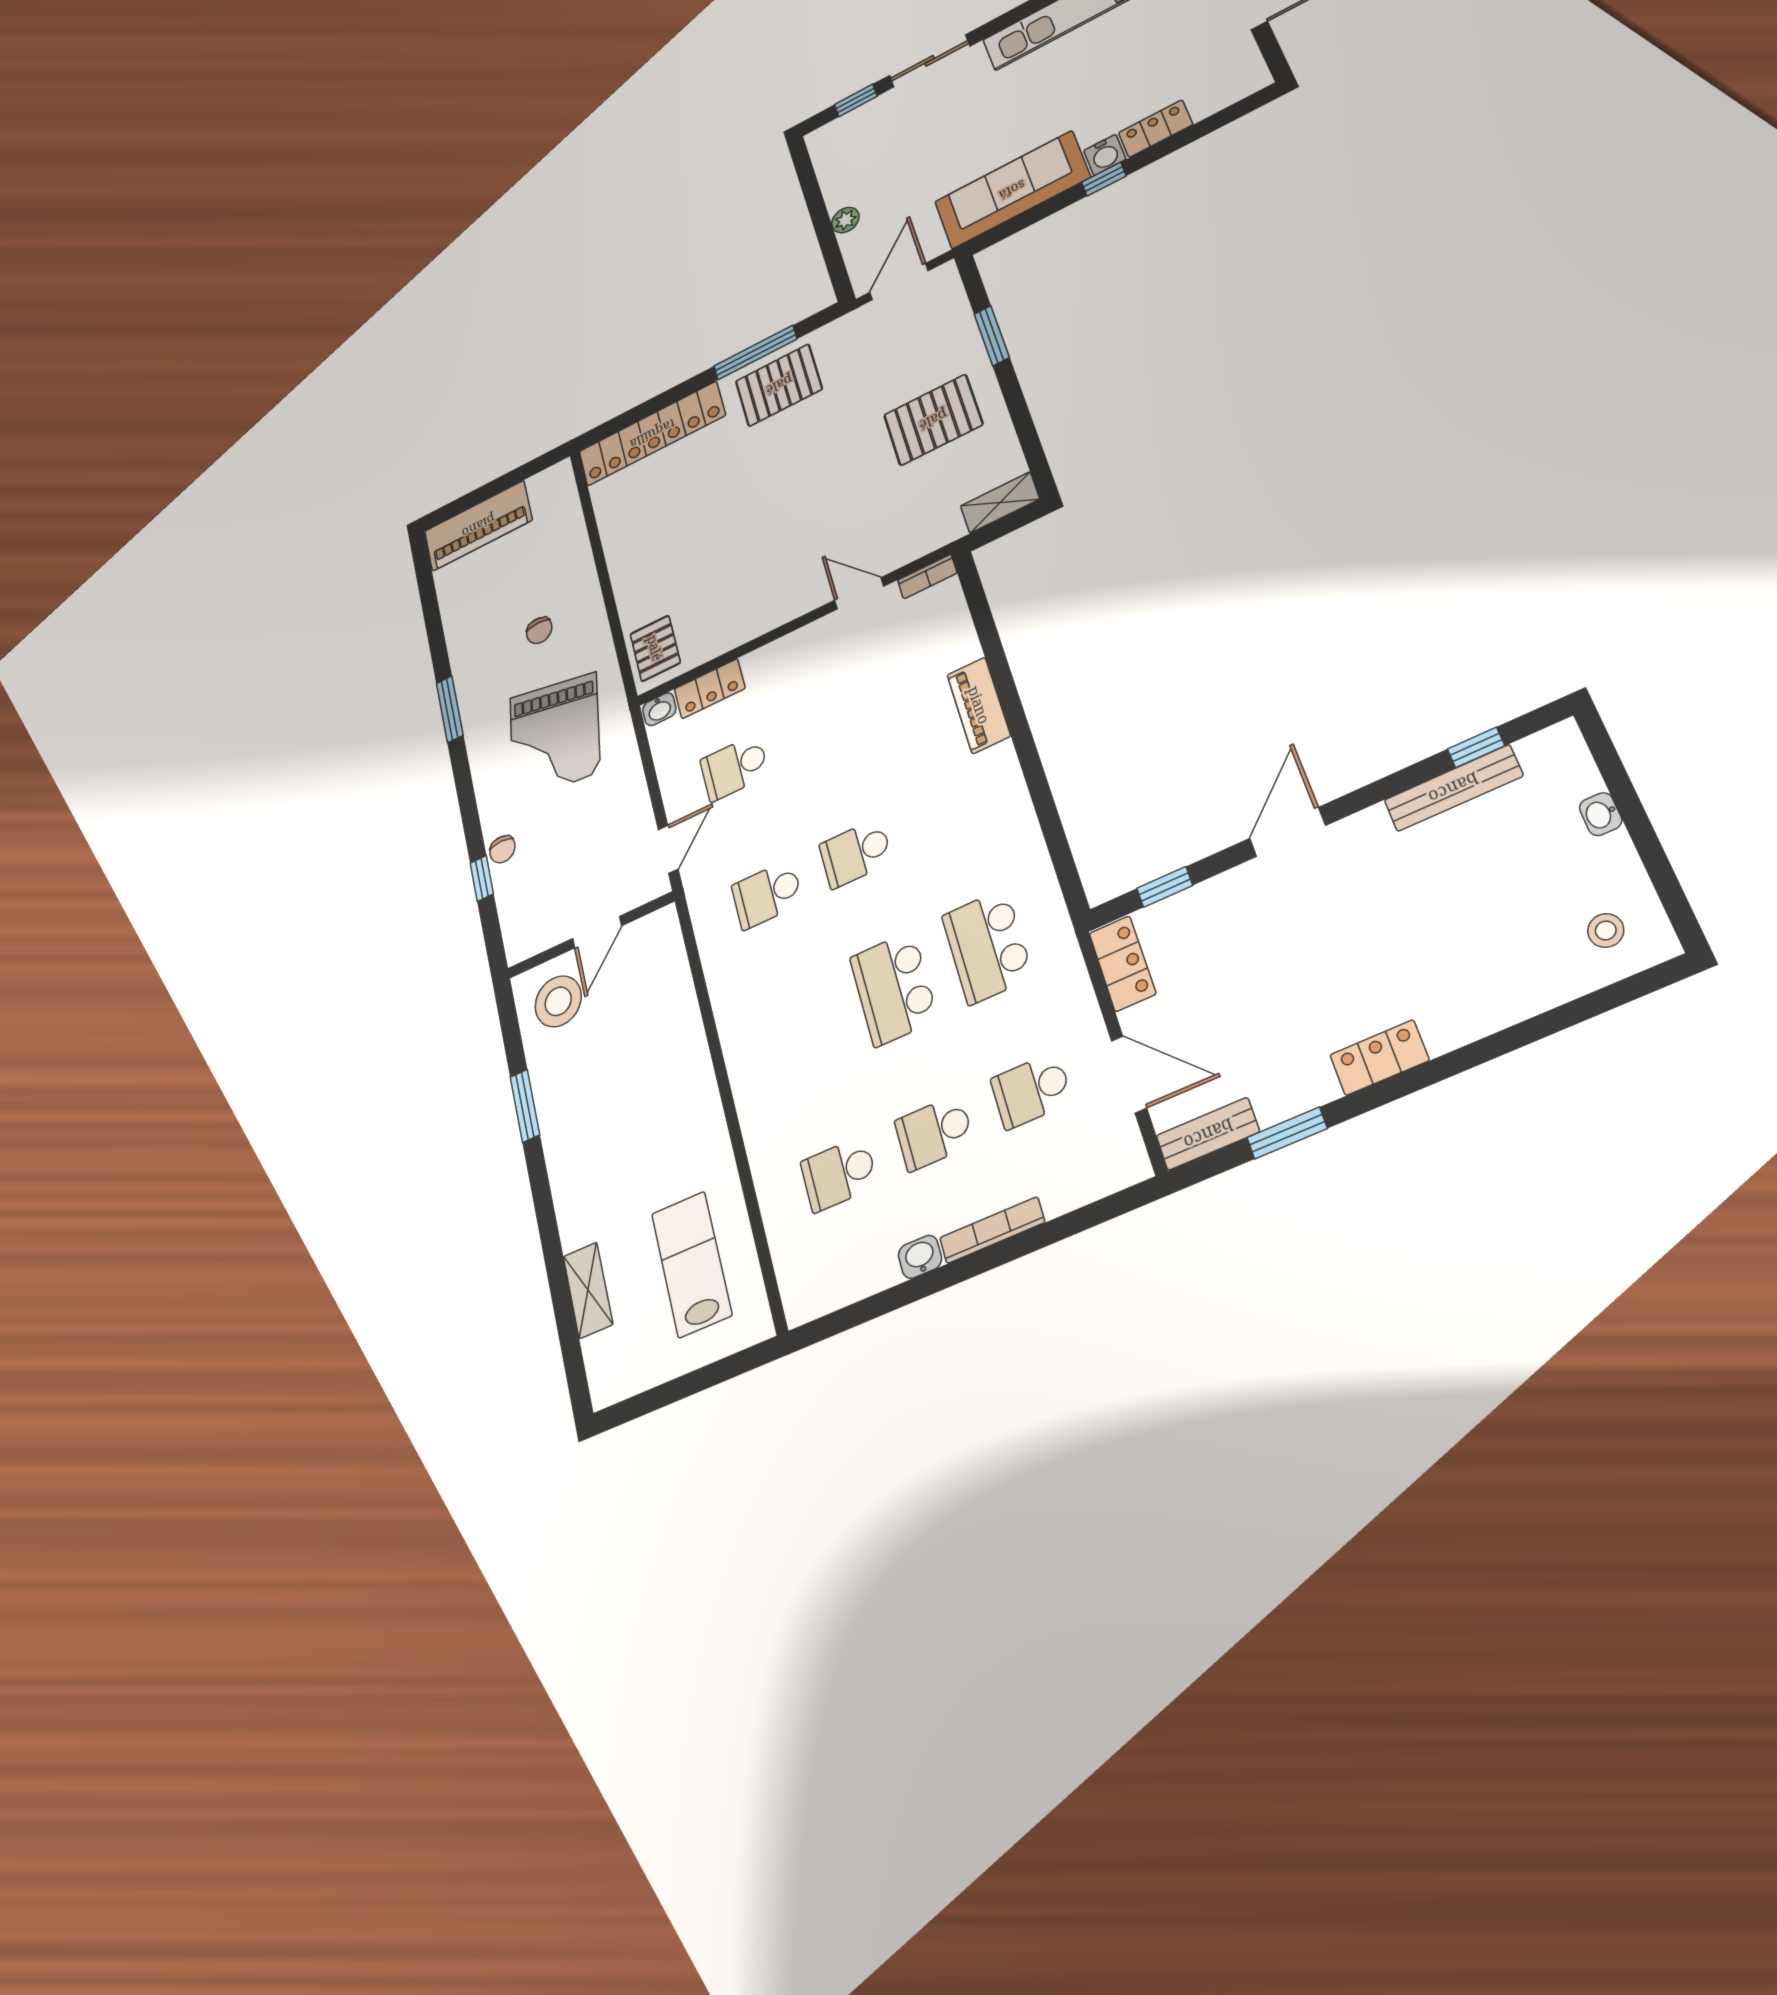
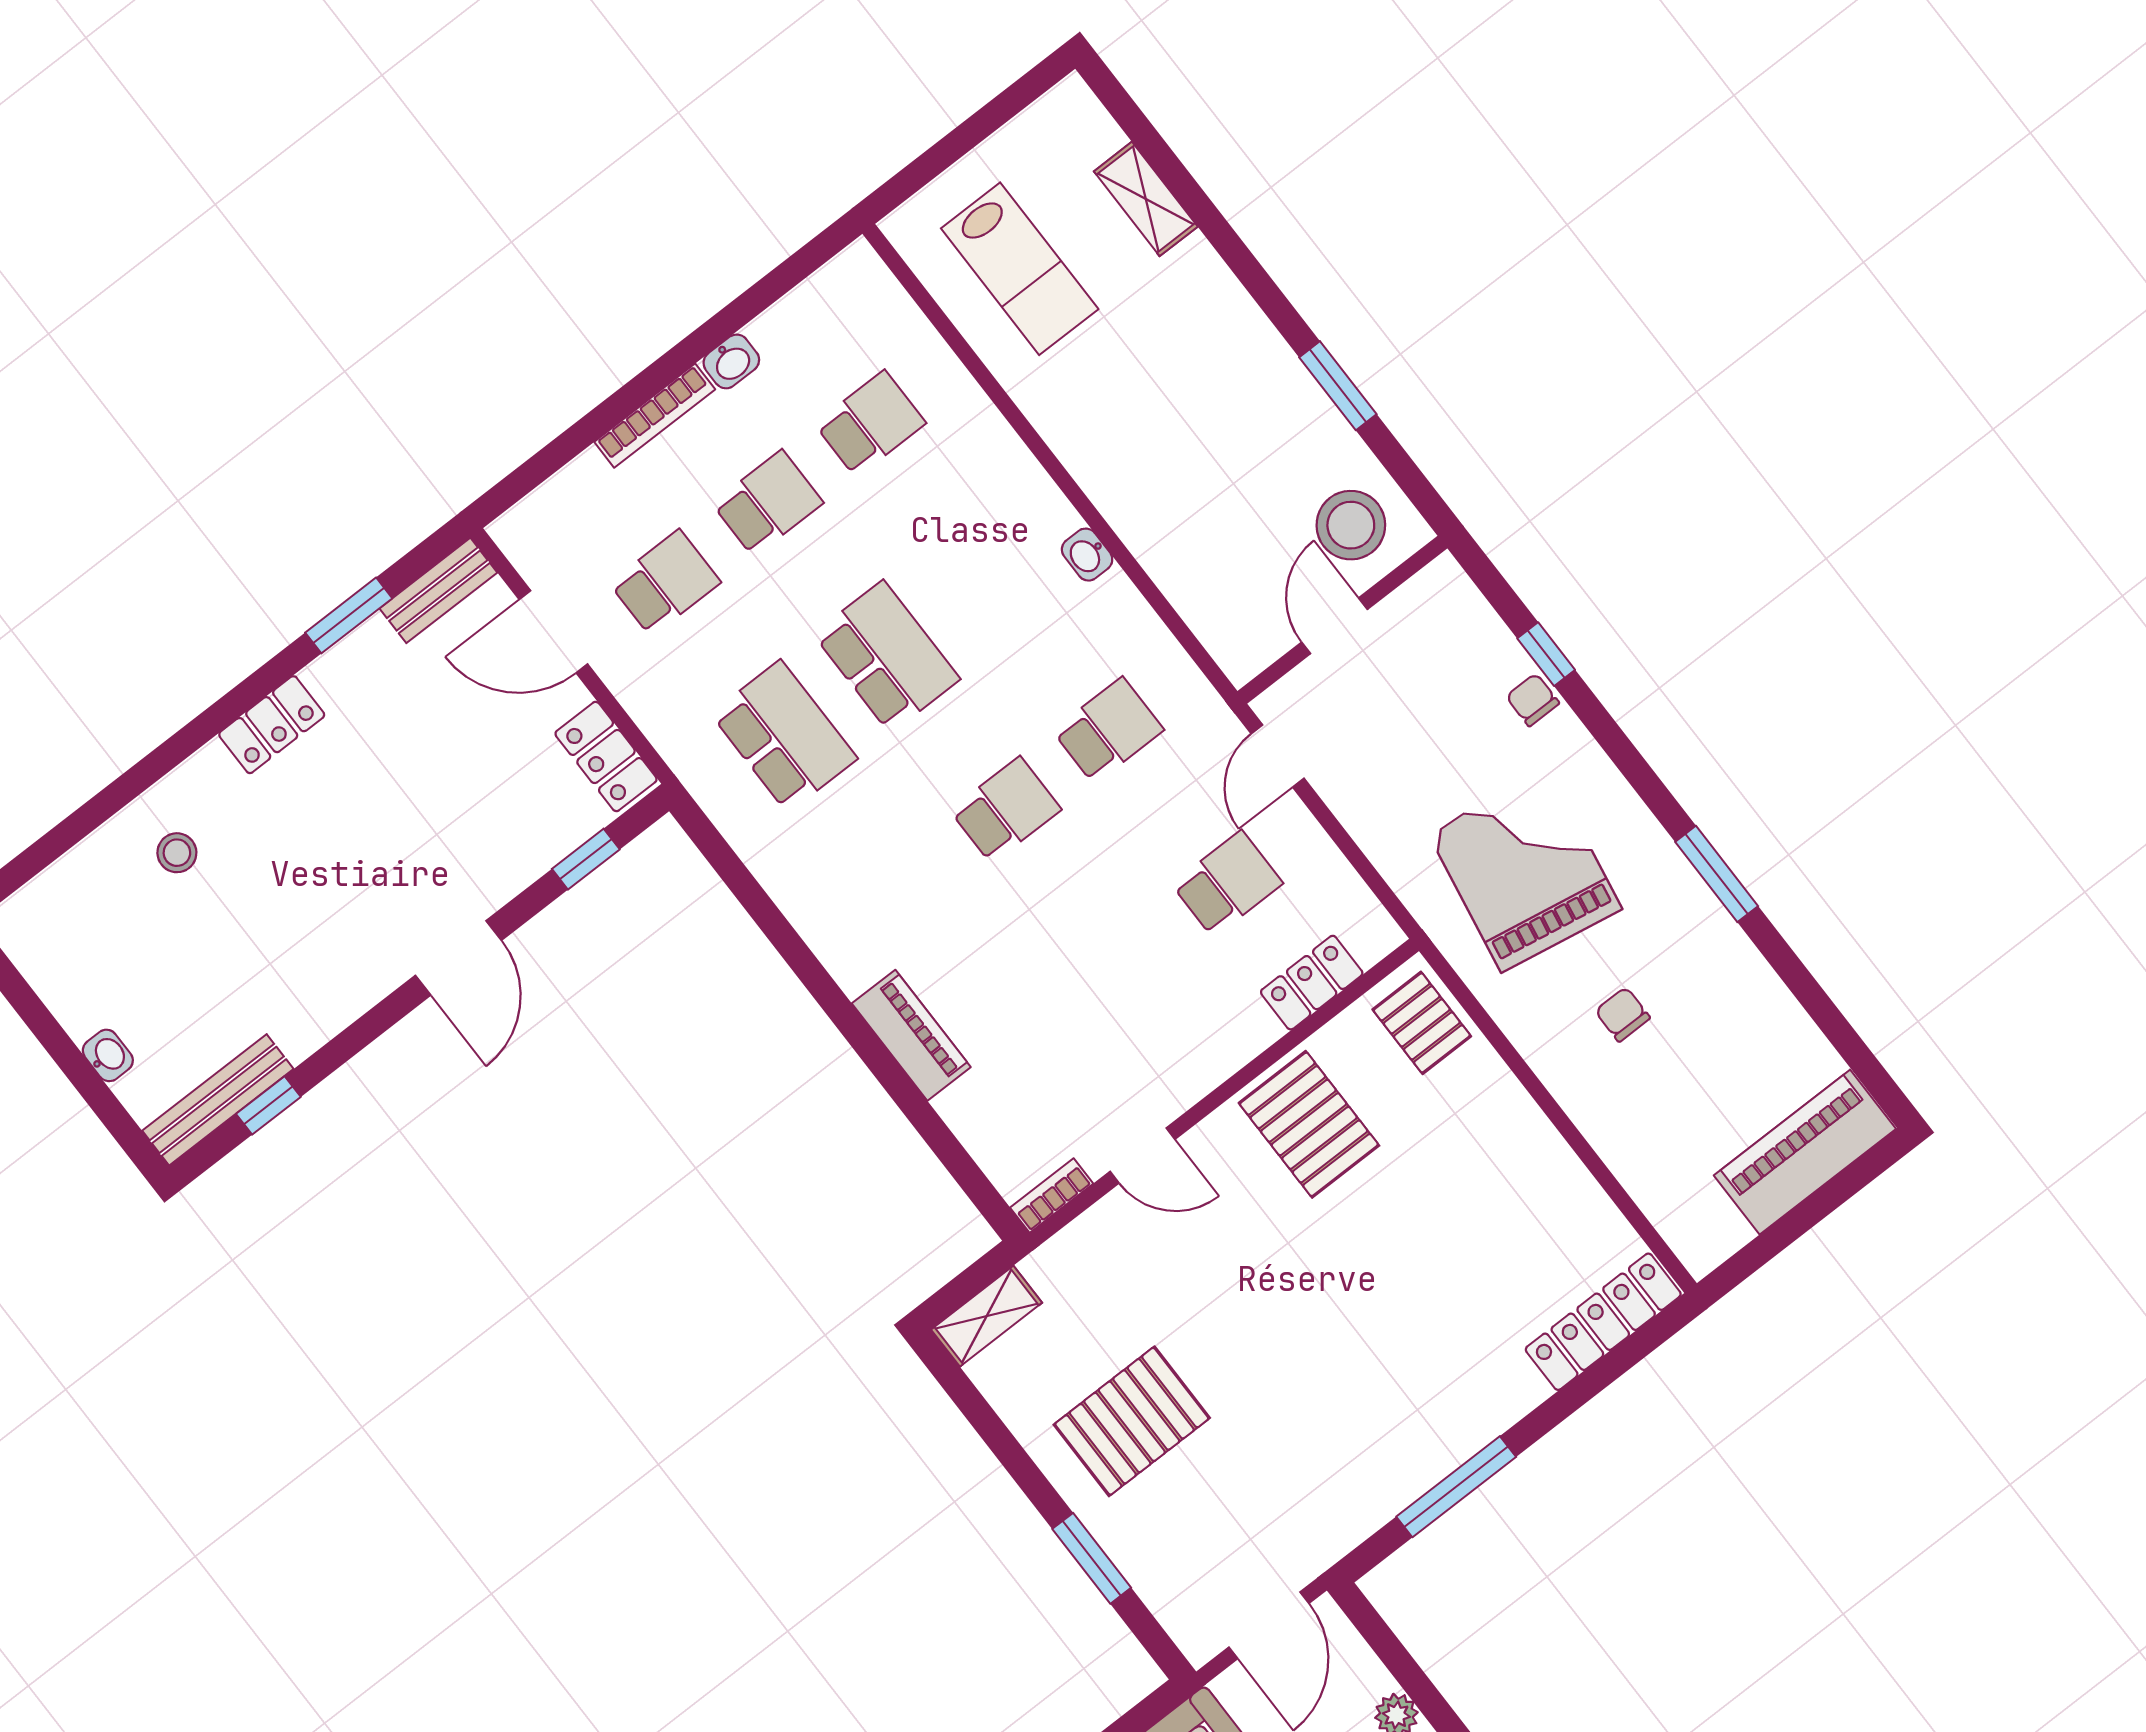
pallet: (779, 385) -> (1309, 1124), moved, turned 90
locker: (652, 434) -> (1603, 1322), width x0.71, depth x0.83
washbasin: (659, 709) -> (1087, 555), moved, turned -90
bench: (1453, 788) -> (218, 1100), moved
stool: (1606, 930) -> (177, 853), moved

